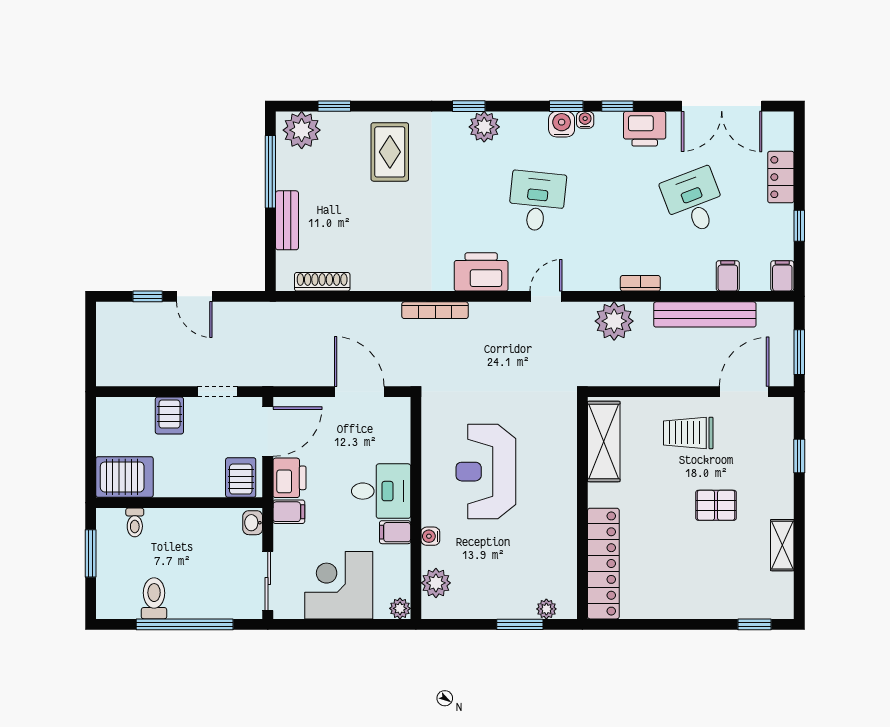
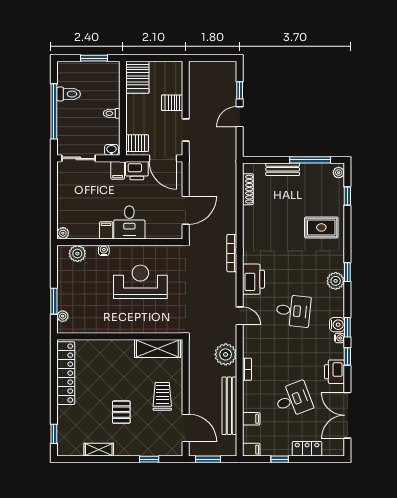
plant: (302, 130) -> (339, 173), width x0.53, depth x0.53
toilet: (135, 522) -> (112, 113), moved
locker: (603, 564) -> (66, 373), moved, turned -90
corner desk: (339, 585) -> (76, 199), removed

